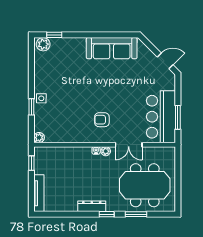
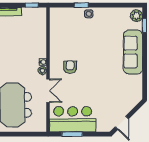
sofa: (112, 48) -> (133, 52), moved
plant: (39, 138) -> (54, 12), removed
double door: (129, 145) -> (48, 91), swing flipped

